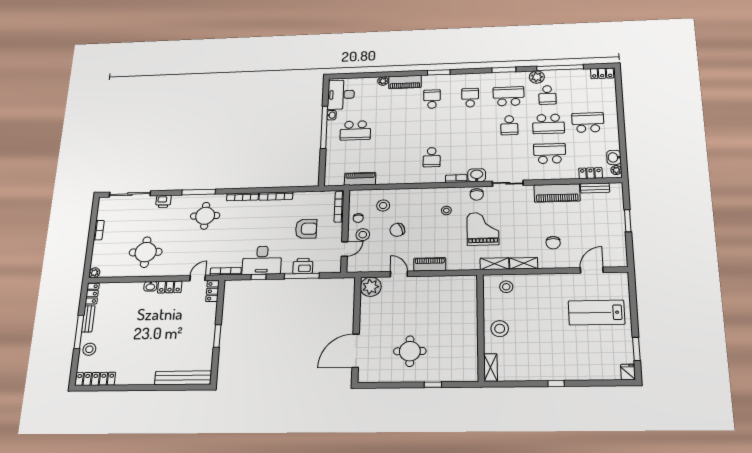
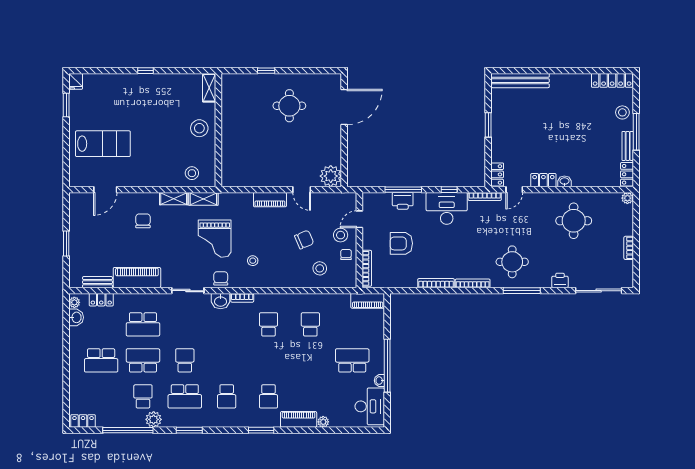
school desk: (393, 158) -> (310, 324), added
piano: (360, 179) -> (368, 301), moved

